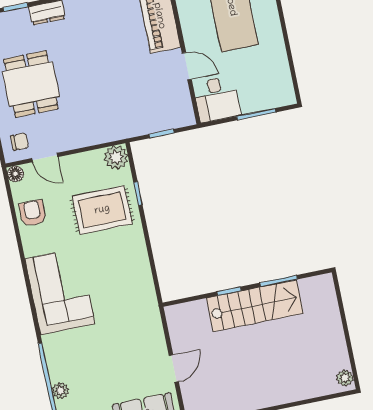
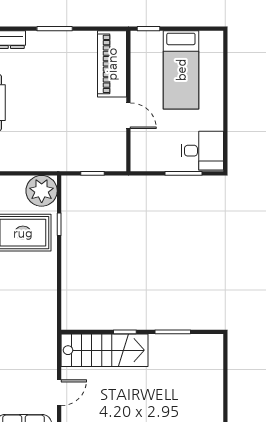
desk: (216, 97) -> (202, 151), moved, turned -90
plant: (116, 157) -> (42, 191), width x1.36, depth x1.36
stairs: (255, 306) -> (104, 350), moved

